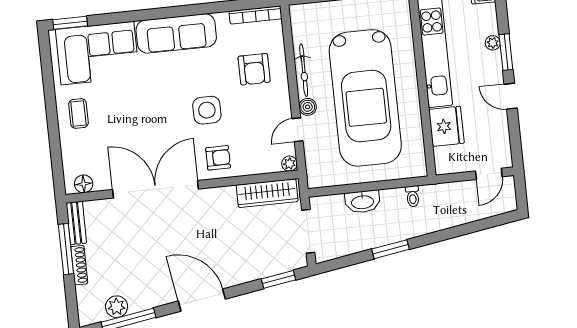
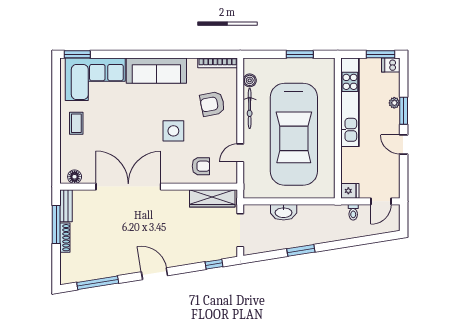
armchair: (254, 69) -> (212, 104), turned 79
boiler: (308, 107) -> (250, 80), moved
fridge: (446, 126) -> (350, 191), moved, width x0.53, depth x0.75
armchair: (218, 158) -> (201, 166), moved
plant: (289, 164) -> (231, 178), removed
toilet: (413, 196) -> (353, 212), moved
window: (279, 279) -> (214, 264), width x0.67
door: (202, 300) -> (155, 274), width x0.73
plant: (117, 307) -> (90, 272), removed

